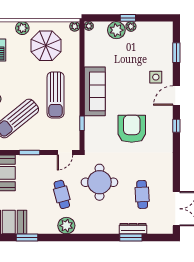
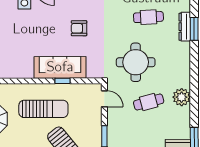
sofa: (95, 91) -> (60, 67), moved
window: (82, 123) -> (63, 81), moved
armchair: (132, 129) -> (79, 28), width x0.53, depth x0.53

